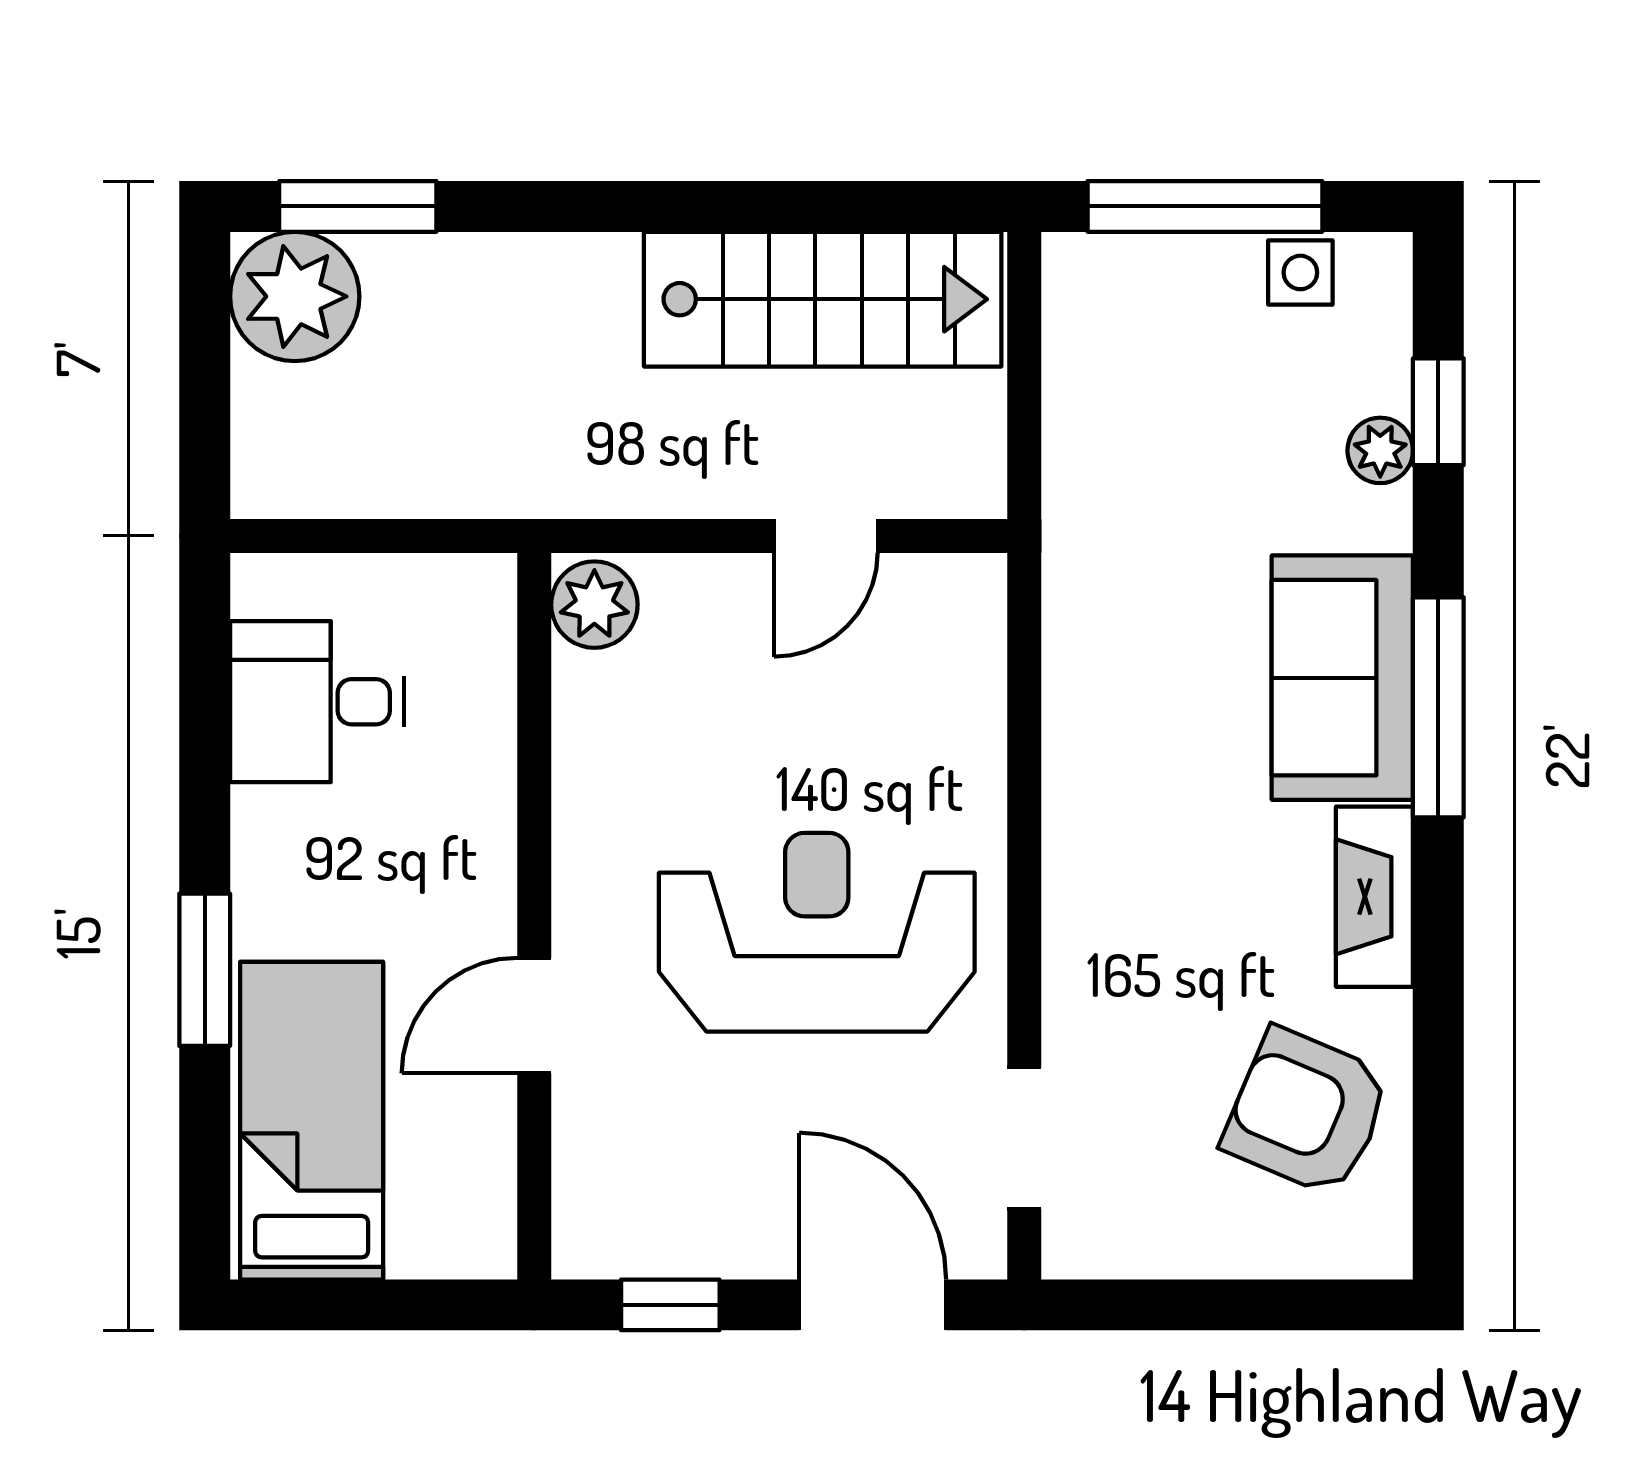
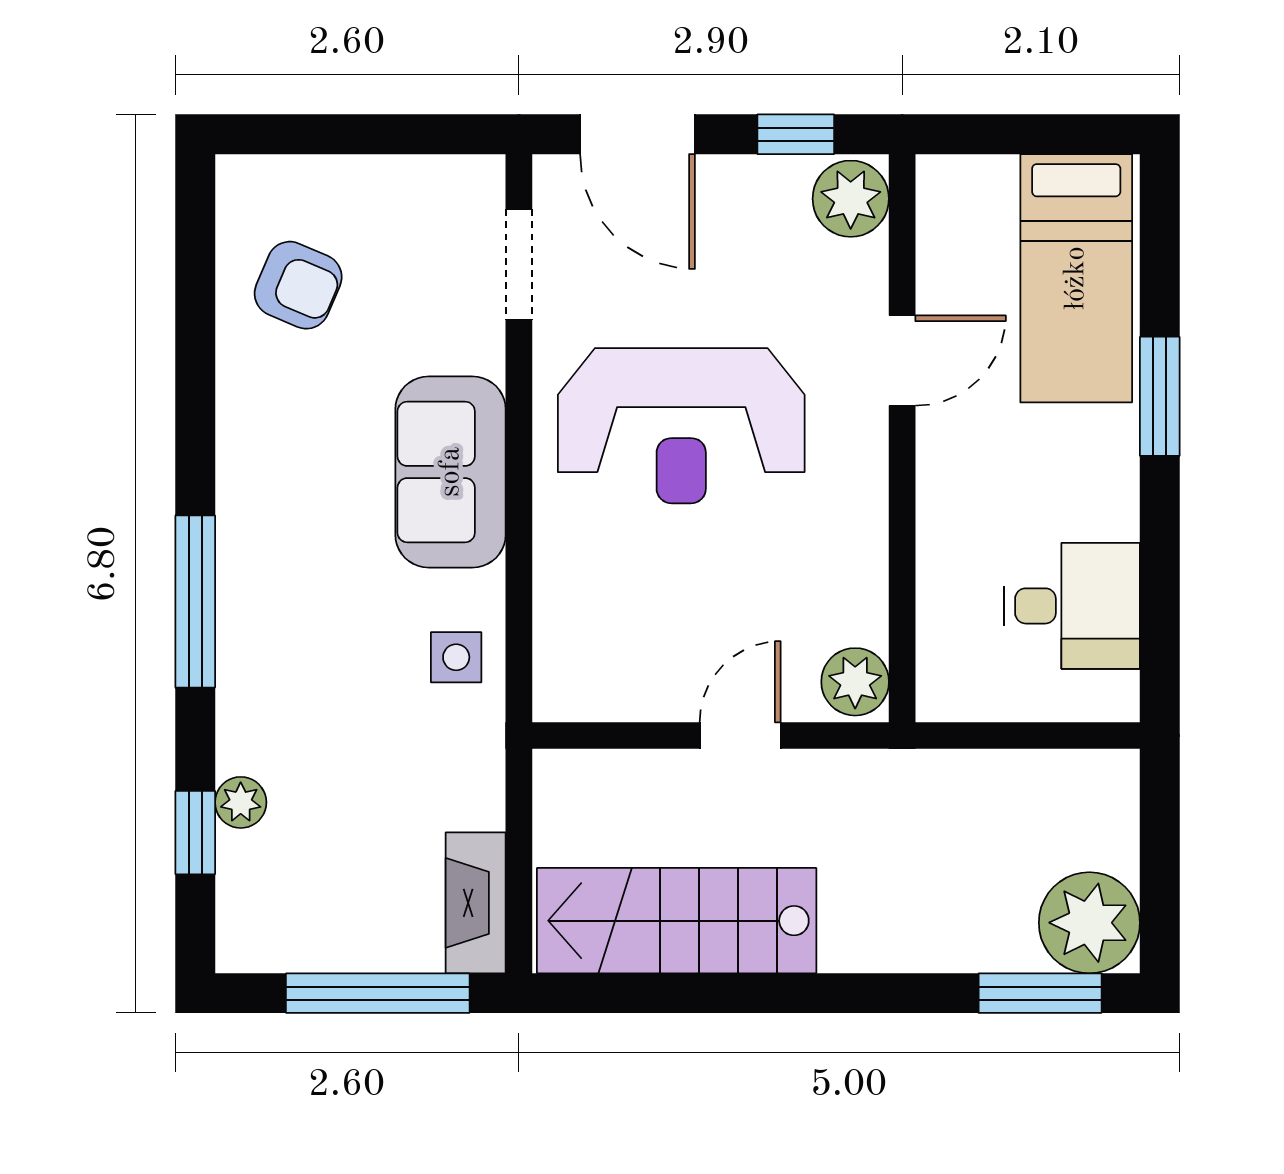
side table: (1300, 272) -> (456, 657), moved
door: (826, 536) -> (740, 736), moved
sofa: (1342, 678) -> (451, 472), moved, turned 180
fireplace: (1374, 897) -> (476, 903), moved, turned 180
armchair: (1307, 1112) -> (298, 285), width x0.72, depth x0.72
plant: (600, 1223) -> (851, 199), added

